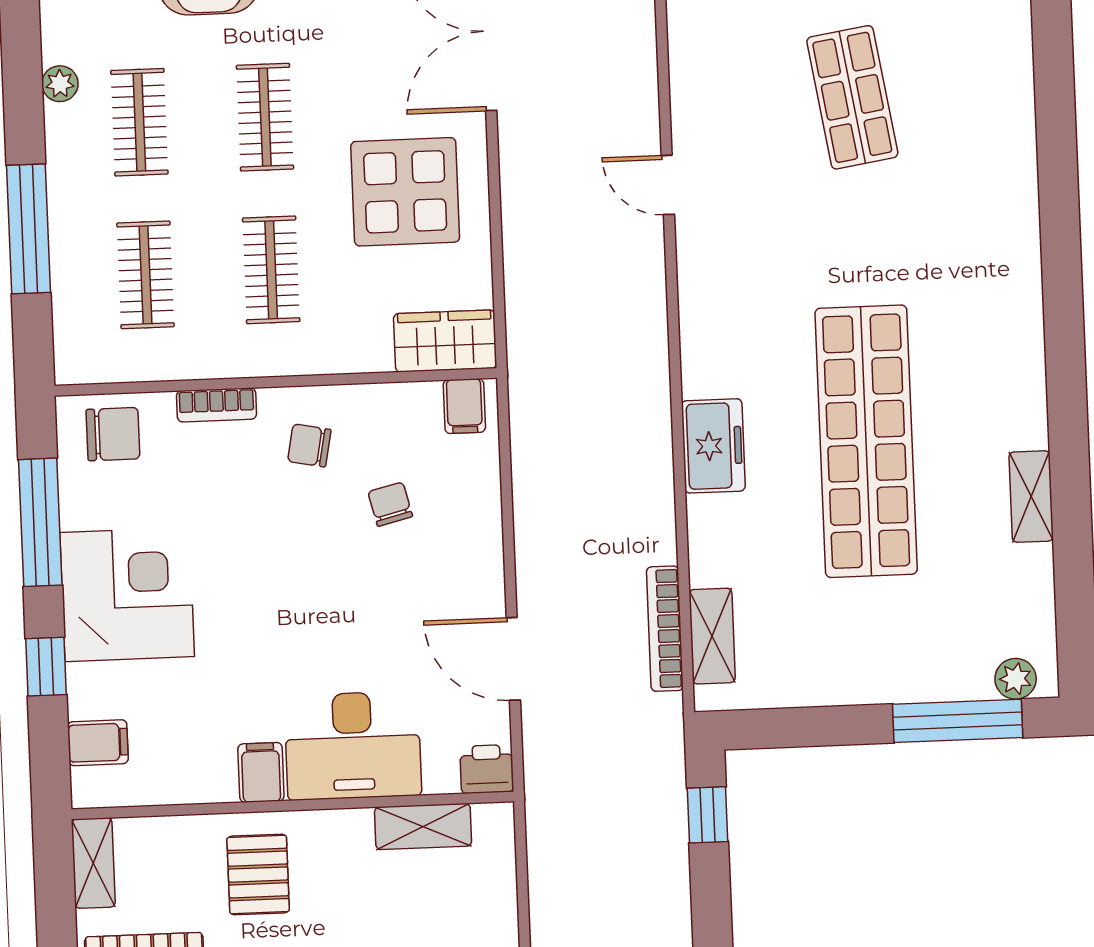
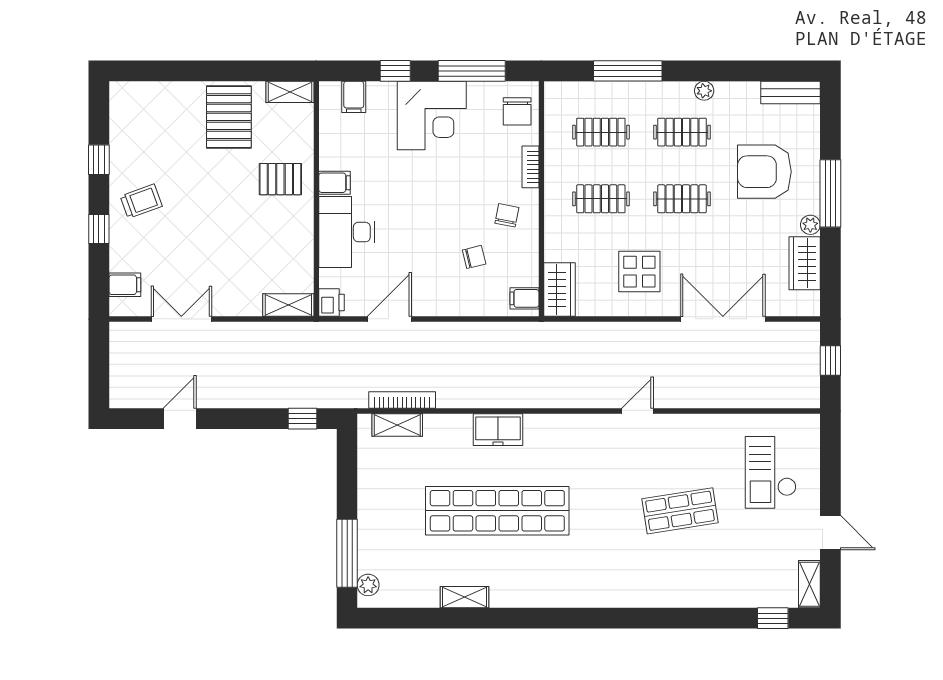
display table: (405, 192) -> (639, 272), width x0.73, depth x0.73
shelving: (423, 827) -> (288, 305), moved, turned 90

